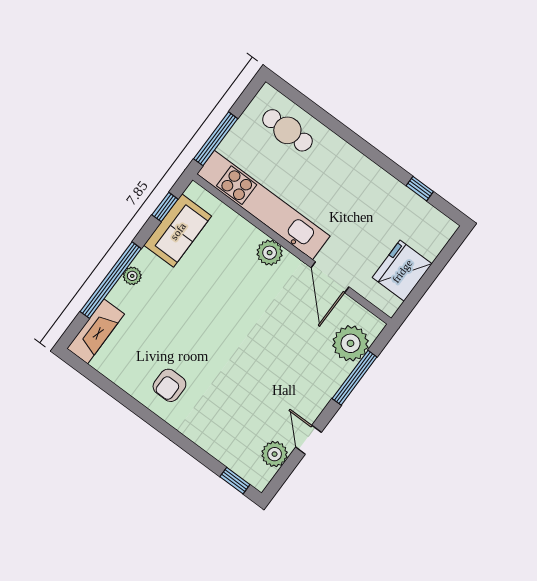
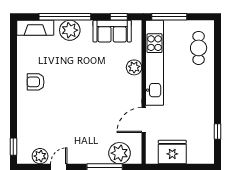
plant: (270, 253) -> (134, 67), moved
plant: (132, 276) -> (70, 30), width x1.88, depth x1.88

